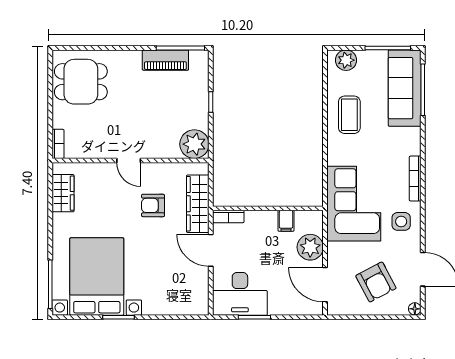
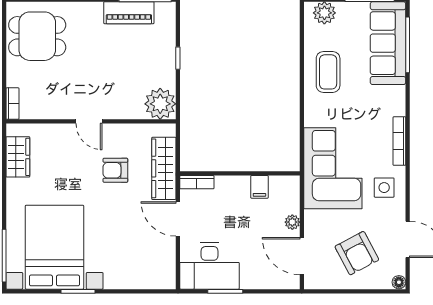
plant: (310, 247) -> (292, 222), width x0.53, depth x0.53

